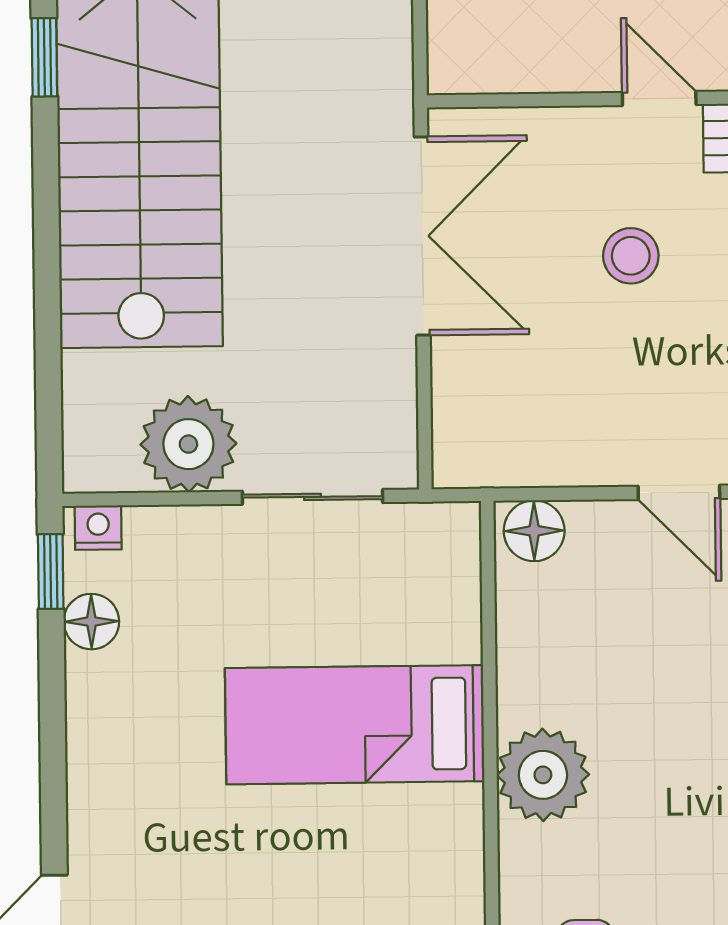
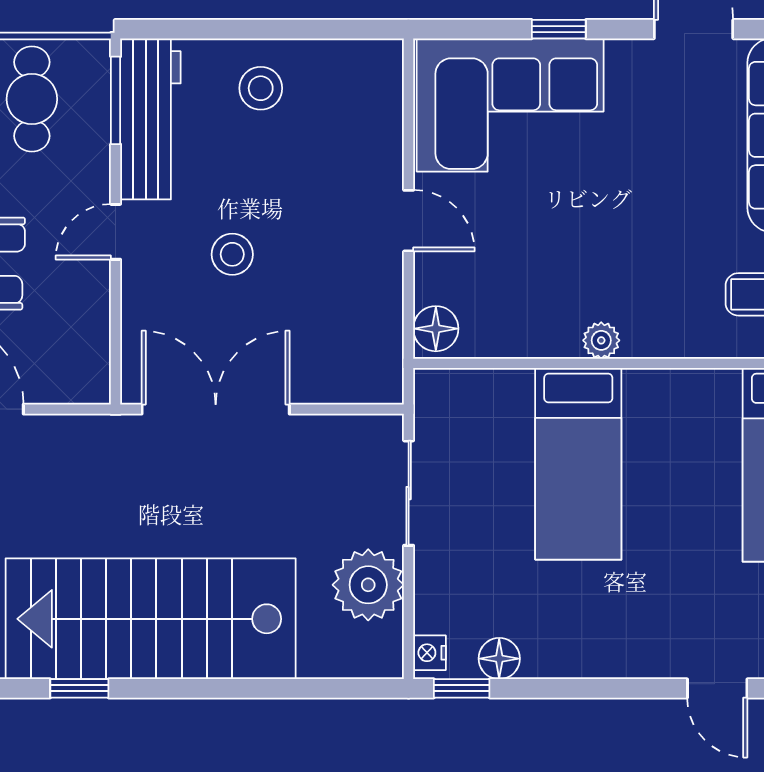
door: (679, 492) -> (409, 221), hinge flipped
plant: (543, 775) -> (601, 340), width x0.53, depth x0.53

